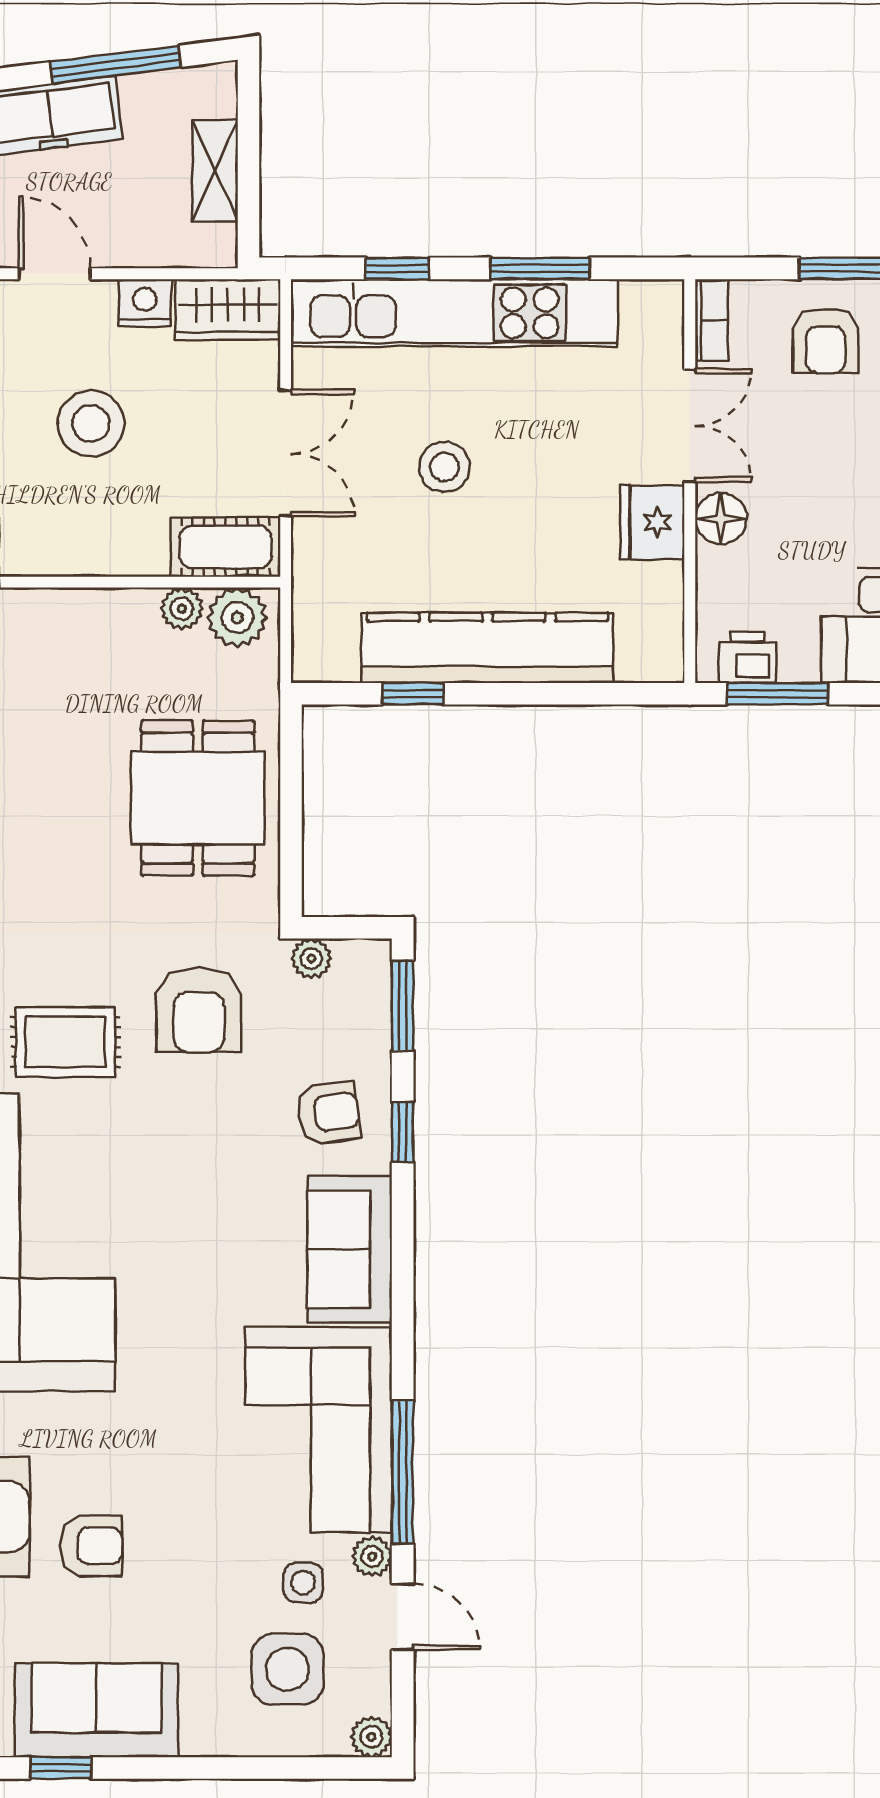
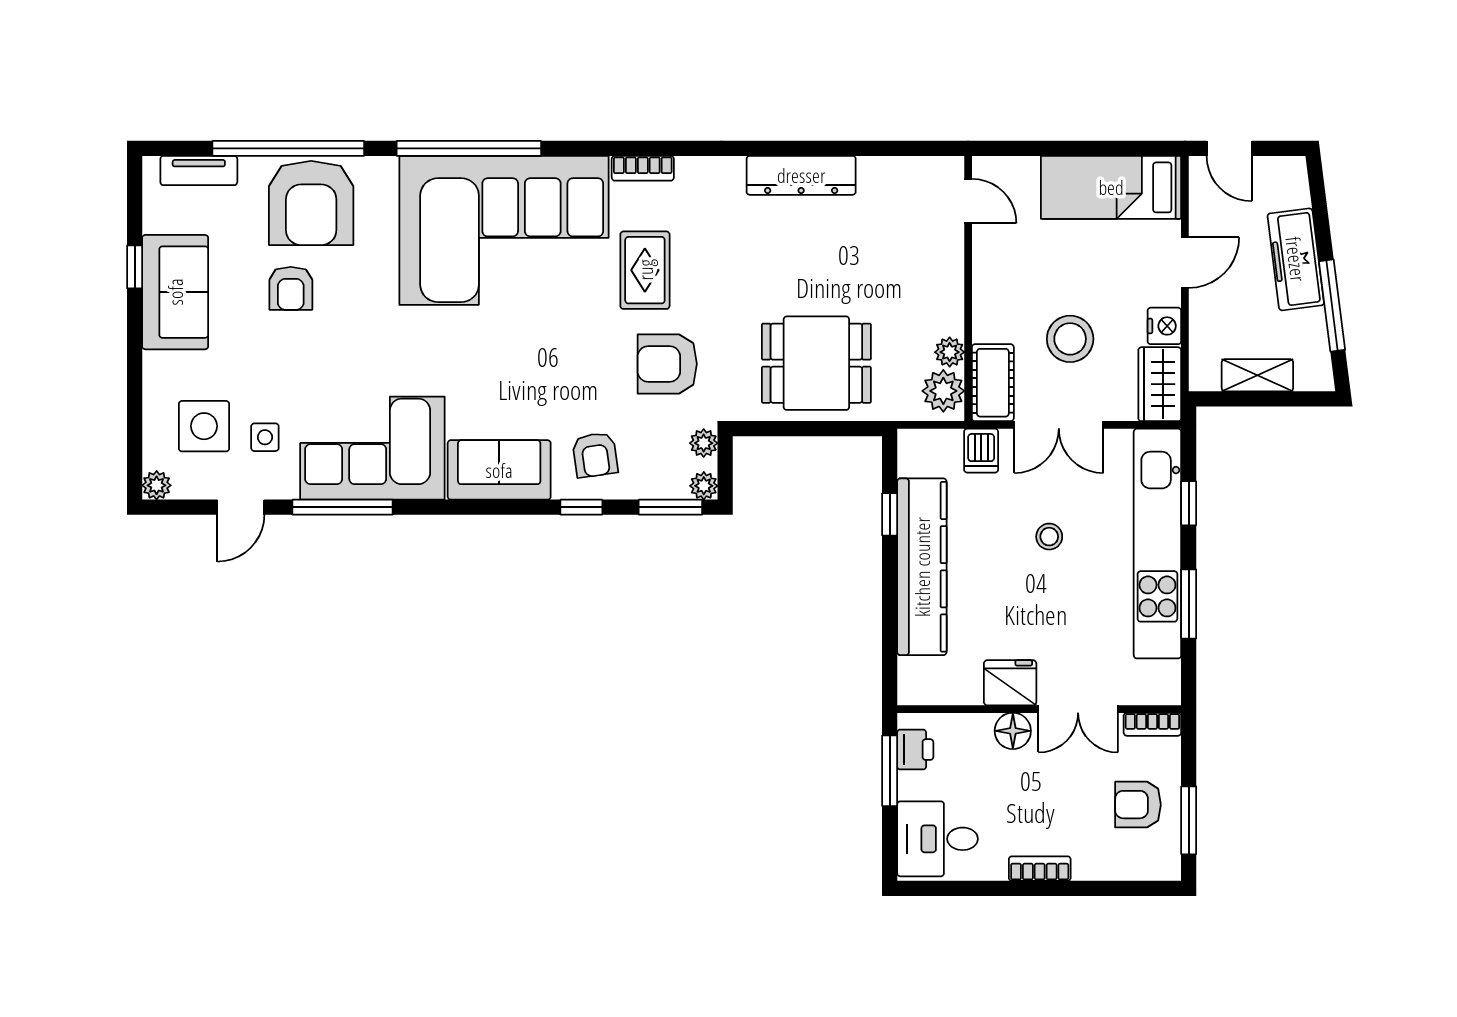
stool: (91, 424) -> (1070, 339), moved
stool: (444, 467) -> (1049, 537), width x0.73, depth x0.73
dishwasher: (322, 564) -> (981, 451), added
plant: (372, 1557) -> (704, 486), moved

